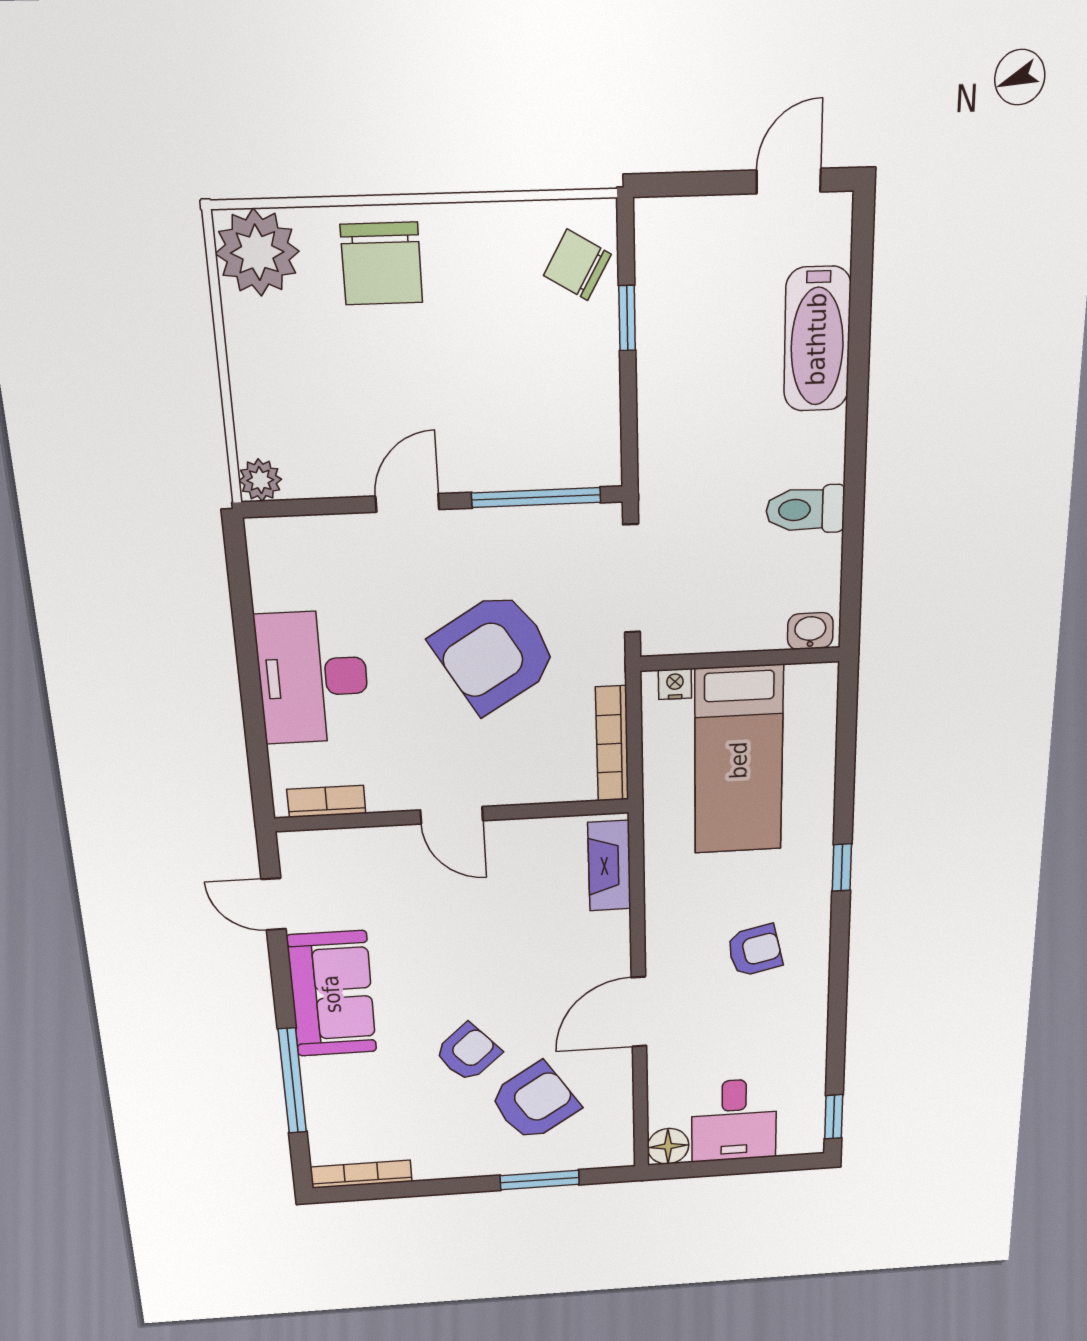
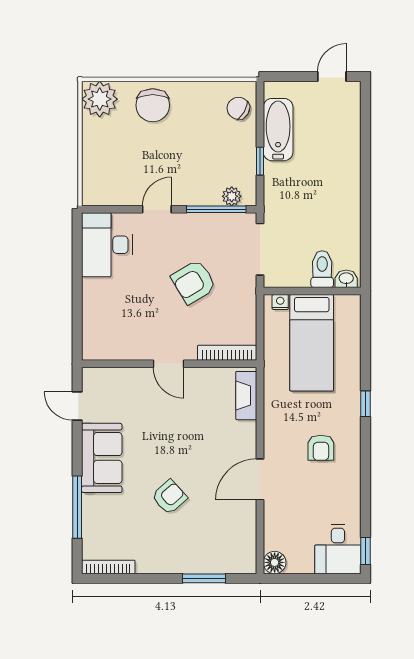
window: (627, 318) -> (260, 161), moved
bathtub: (817, 339) -> (278, 130), moved, turned 180
plant: (260, 480) -> (232, 196), moved
toilet: (805, 510) -> (322, 269), moved, turned 90
armchair: (495, 652) -> (194, 282), width x0.73, depth x0.73
desk: (313, 677) -> (107, 245), moved
bookcase: (612, 744) -> (227, 353), moved, turned 90
bookcase: (326, 801) -> (108, 353), removed
armchair: (755, 950) -> (321, 448), turned 103
armchair: (535, 1102) -> (203, 529), removed
desk: (734, 1120) -> (338, 549), moved

